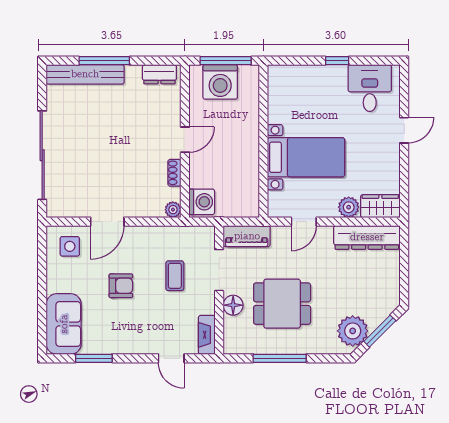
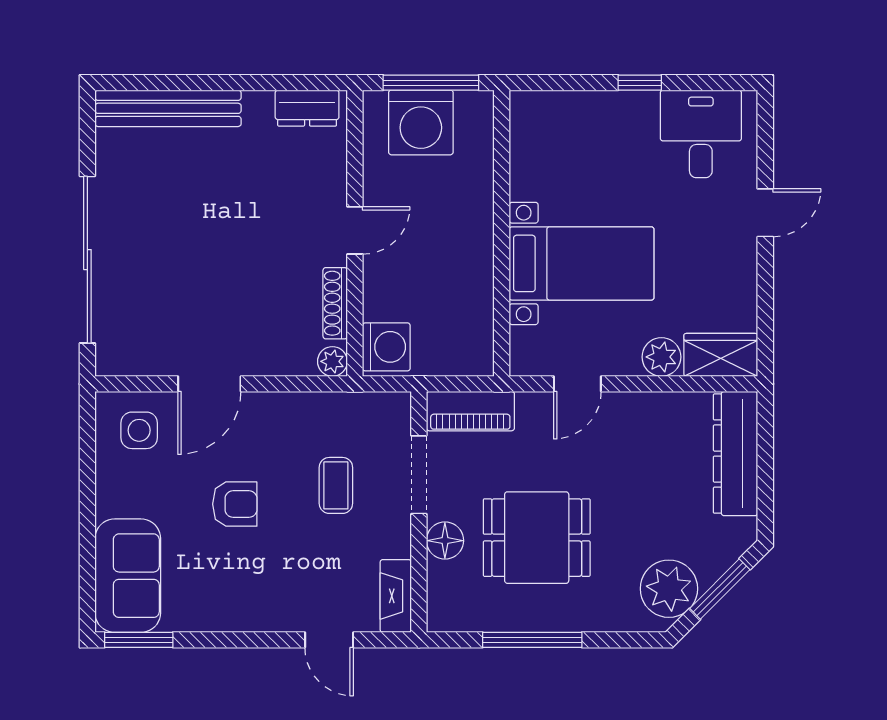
window: (104, 61) -> (204, 83), removed
shoe rack: (174, 173) -> (335, 303), width x1.43
dresser: (367, 237) -> (736, 454), moved, turned 90
window: (94, 358) -> (139, 640), moved

